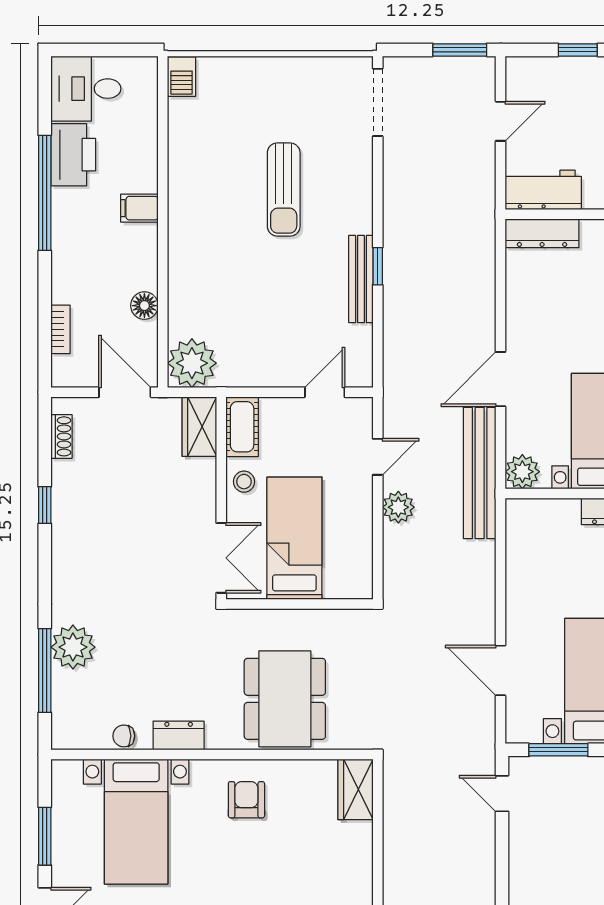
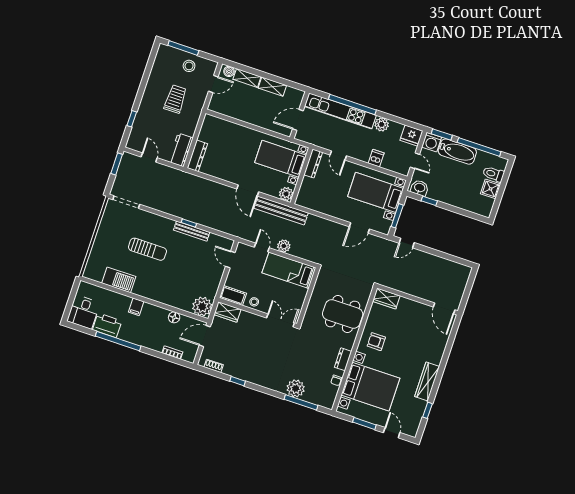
barbecue: (182, 77) -> (119, 280), moved, width x1.88, depth x1.53
bed: (294, 538) -> (289, 270), moved
bed with nightstands: (136, 822) -> (371, 387), width x1.36

